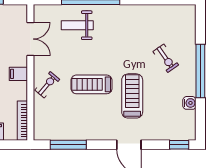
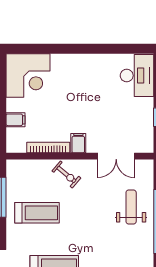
treadmill: (92, 84) -> (37, 213), moved, turned 90
bookcase: (22, 121) -> (48, 147), moved

